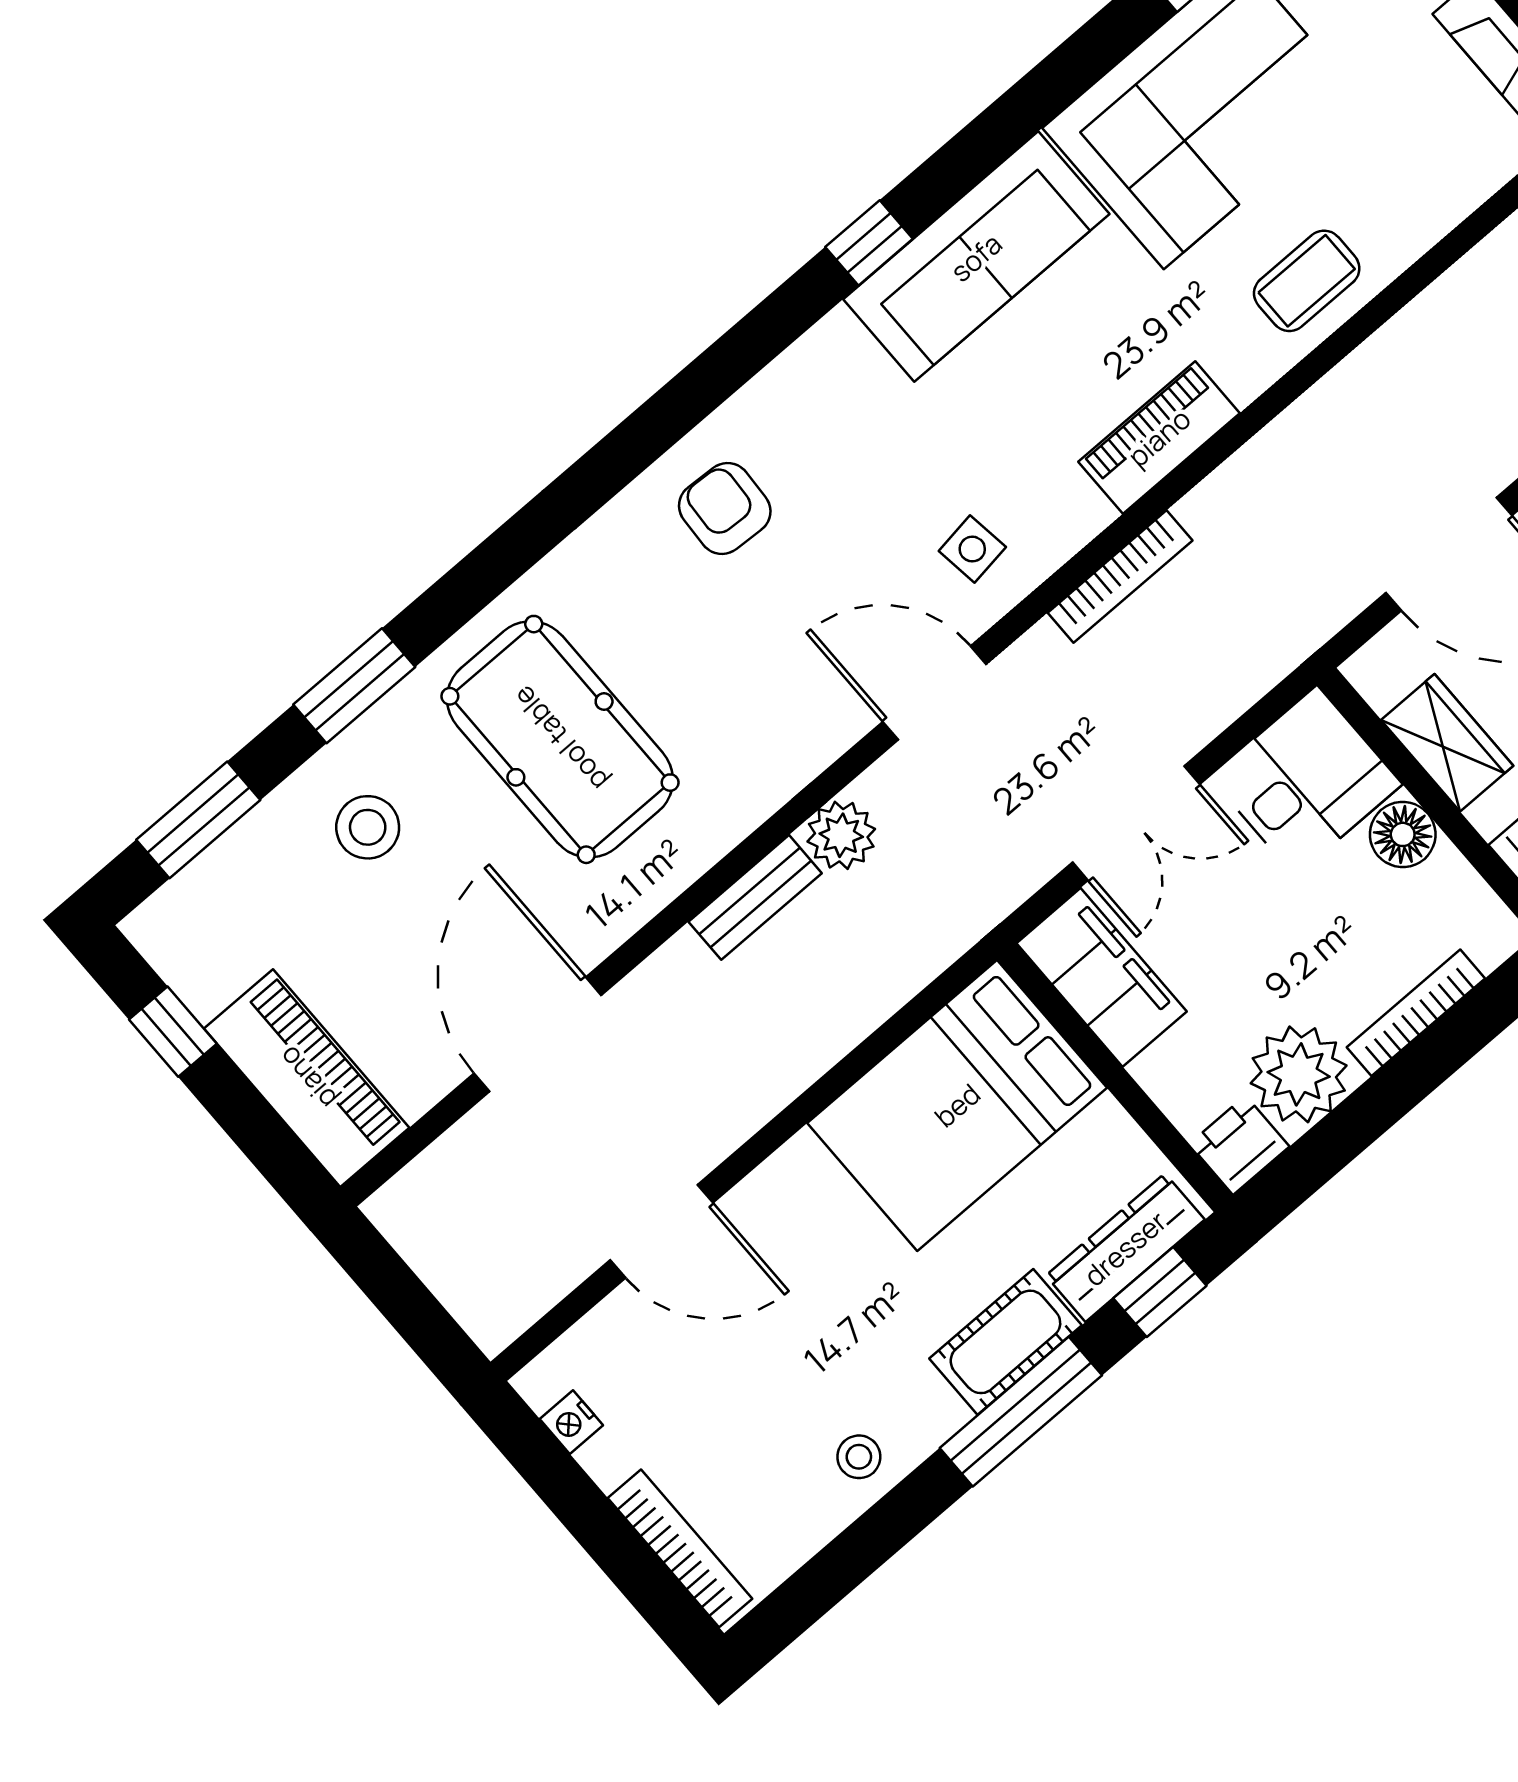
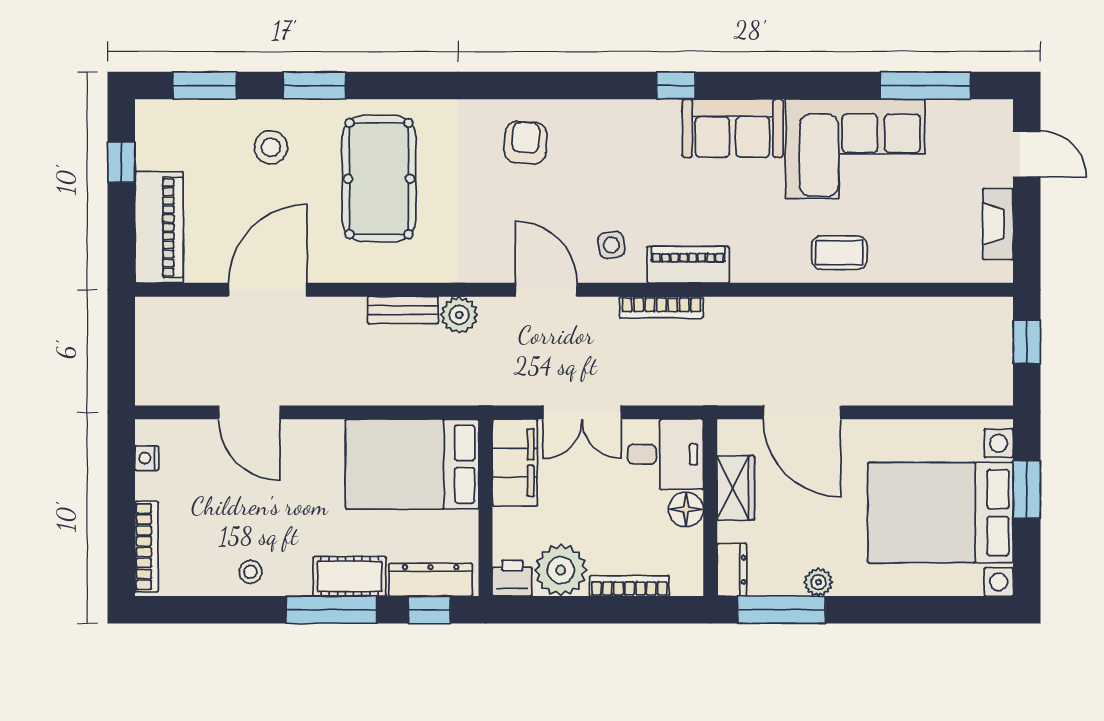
sofa: (976, 257) -> (733, 128), width x0.73
piano: (1159, 437) -> (688, 265), moved

